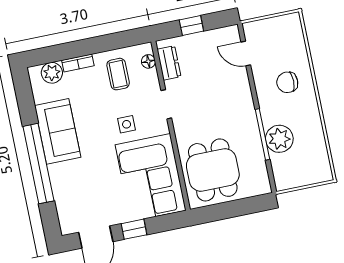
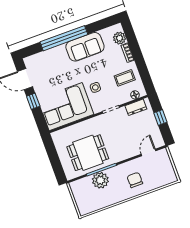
dining table: (213, 170) -> (88, 153), moved

